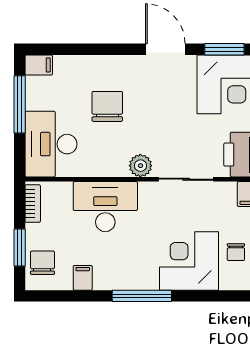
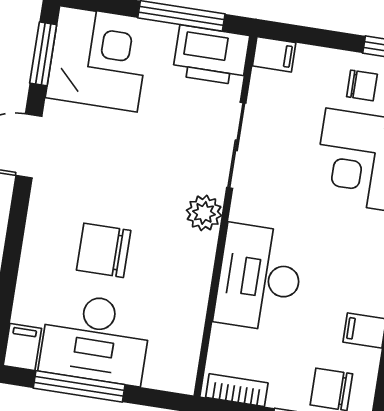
desk: (51, 144) -> (95, 339), moved

